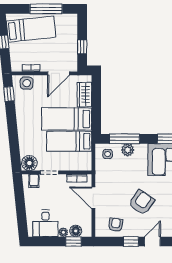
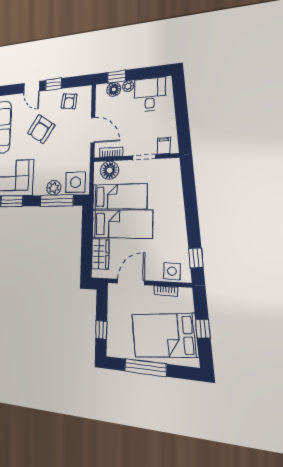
bed: (31, 29) -> (165, 335), width x1.50
window: (82, 47) -> (101, 330), moved
side table: (108, 154) -> (76, 182), width x1.87, depth x1.87
floor lamp: (29, 163) -> (110, 170), moved
door: (152, 242) -> (32, 87), hinge flipped

